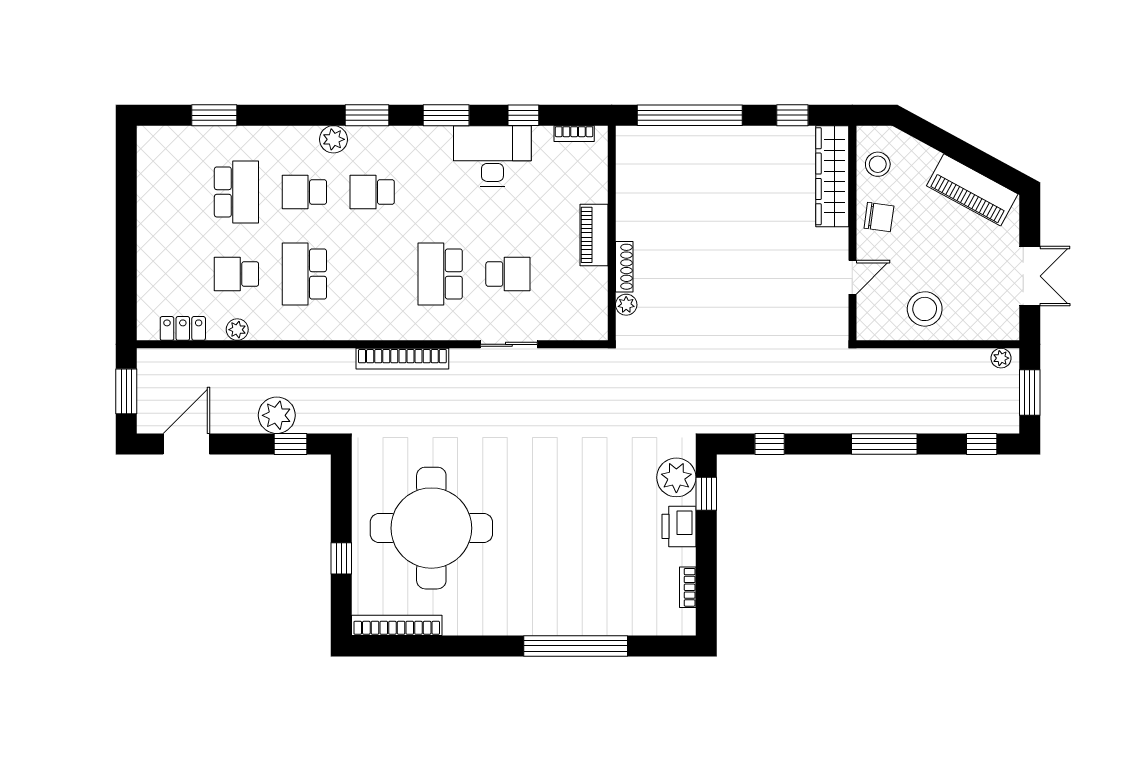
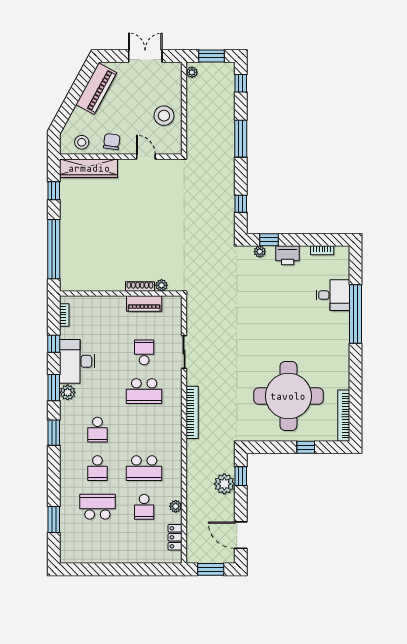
plant: (333, 139) -> (68, 392), moved
piano: (594, 235) -> (144, 304), moved
plant: (676, 477) -> (260, 252), width x0.53, depth x0.53
desk: (609, 606) -> (333, 295), added

